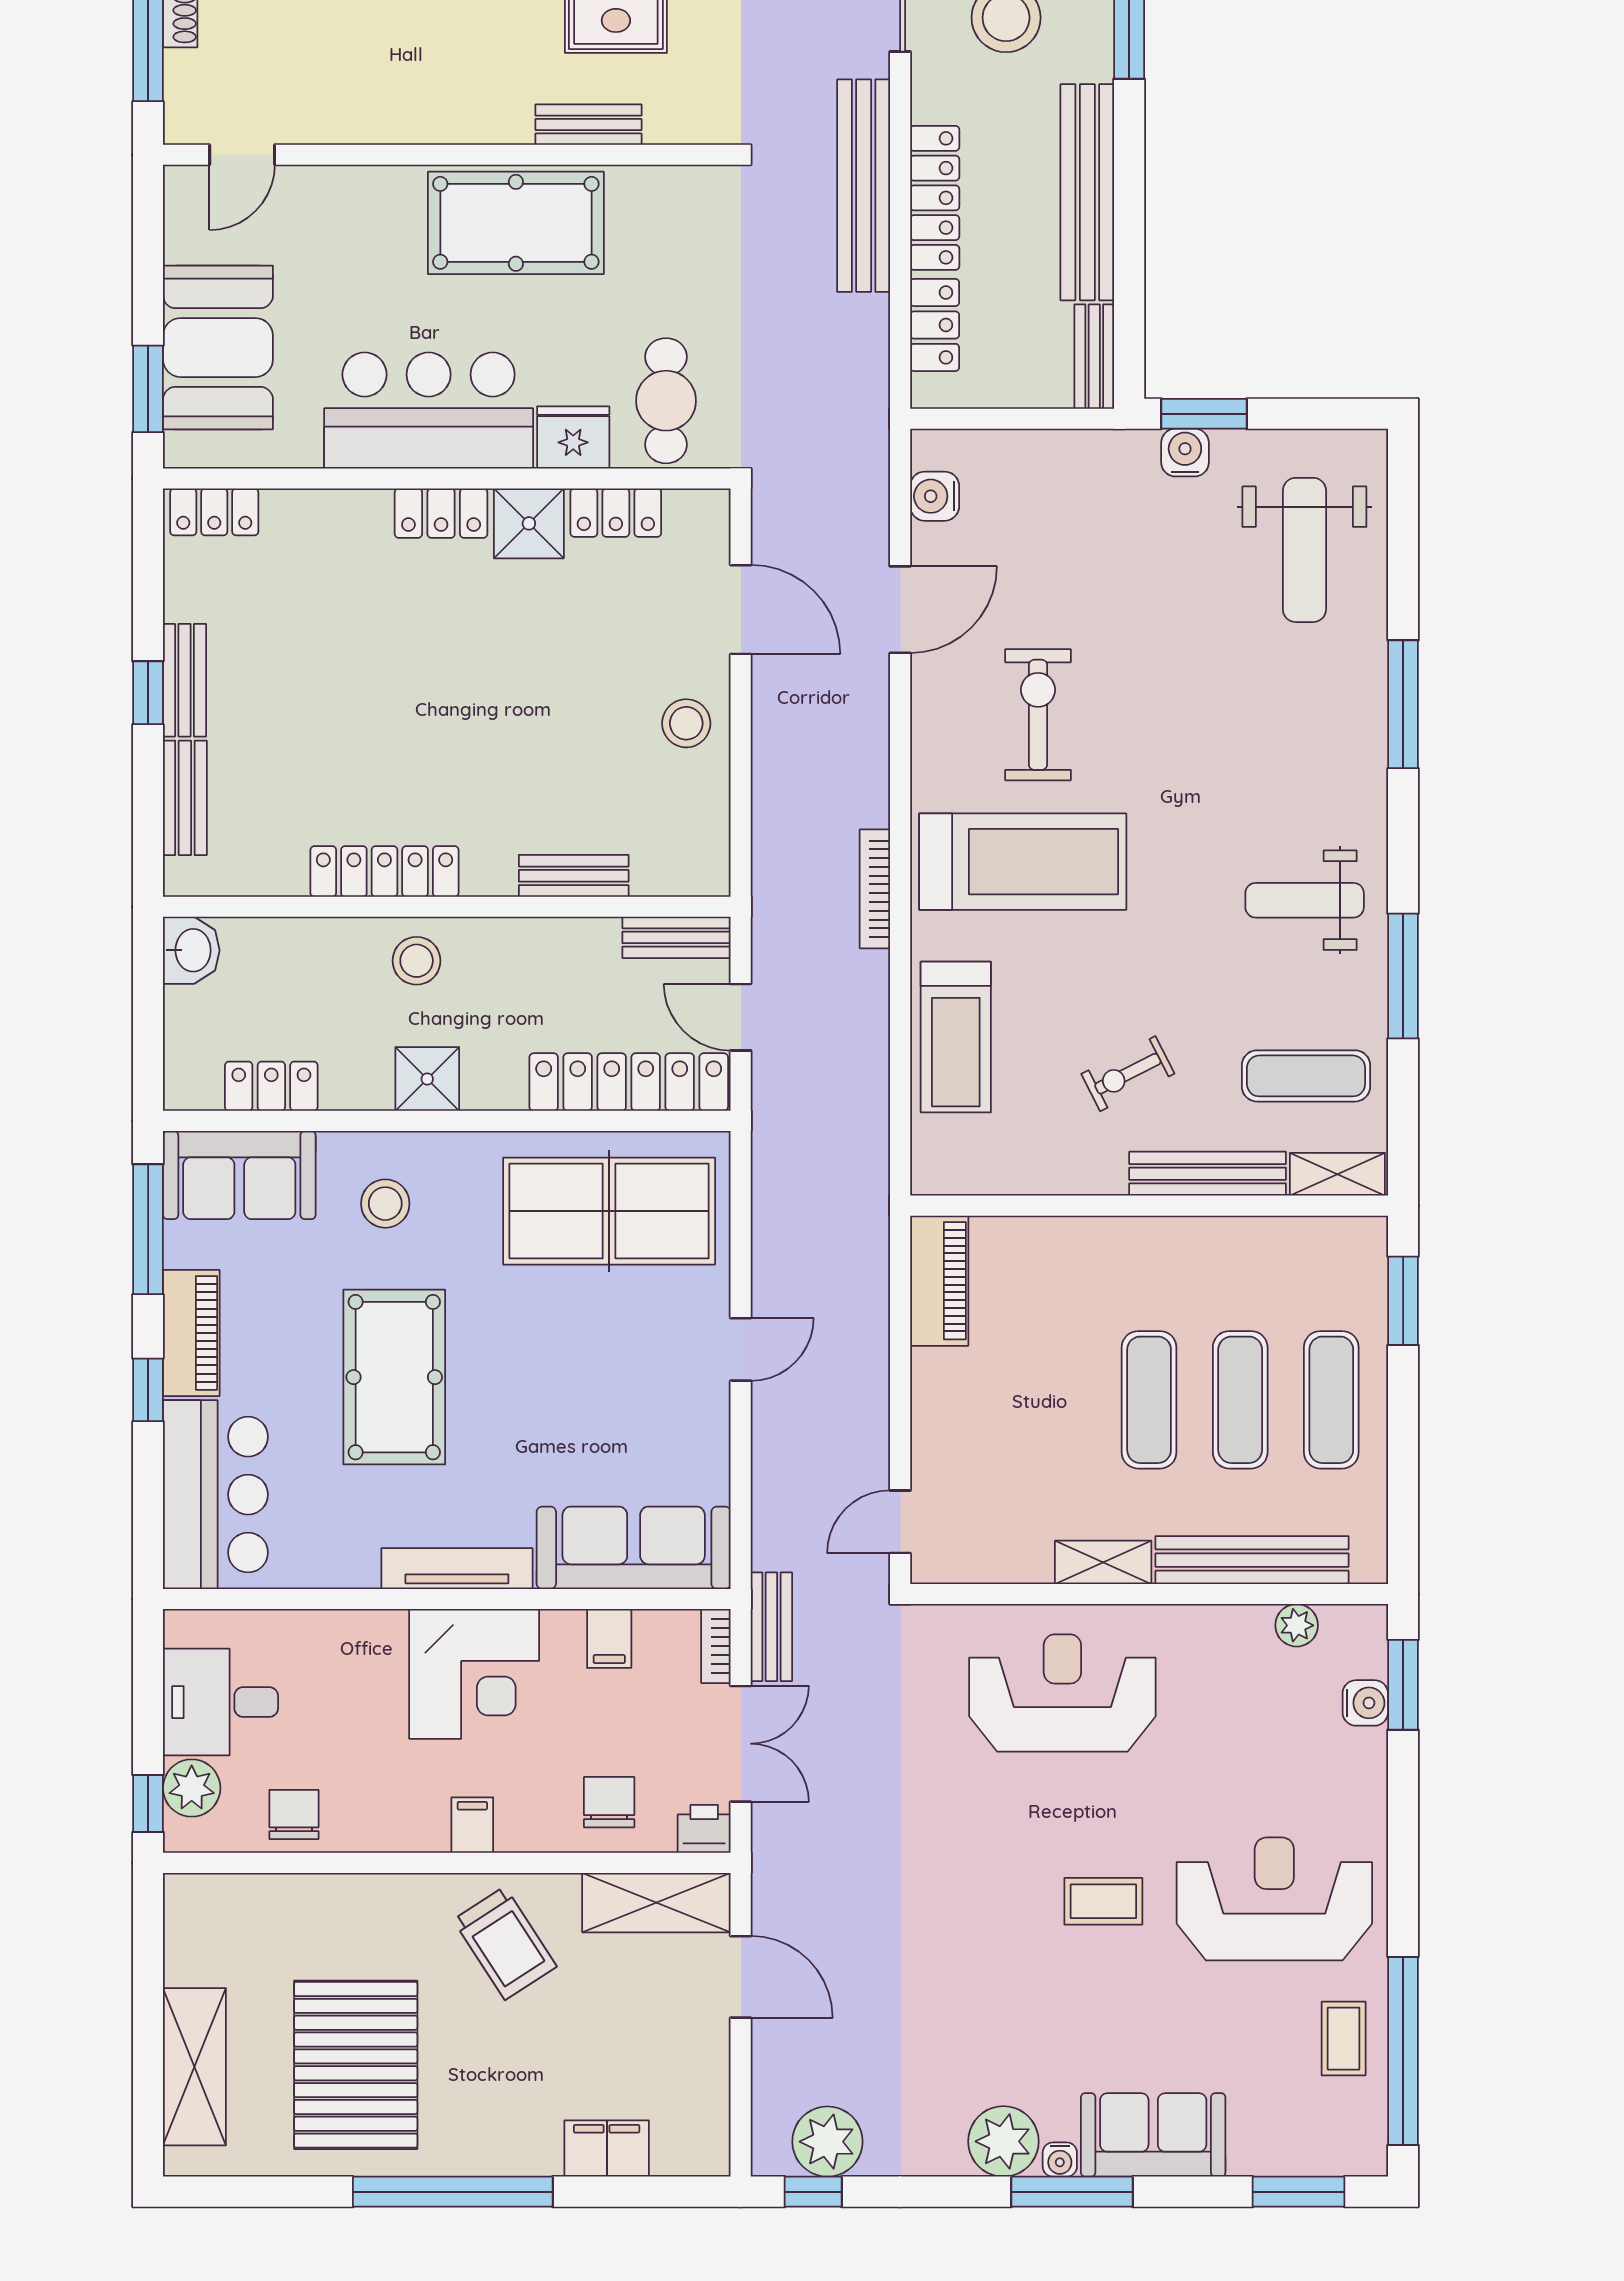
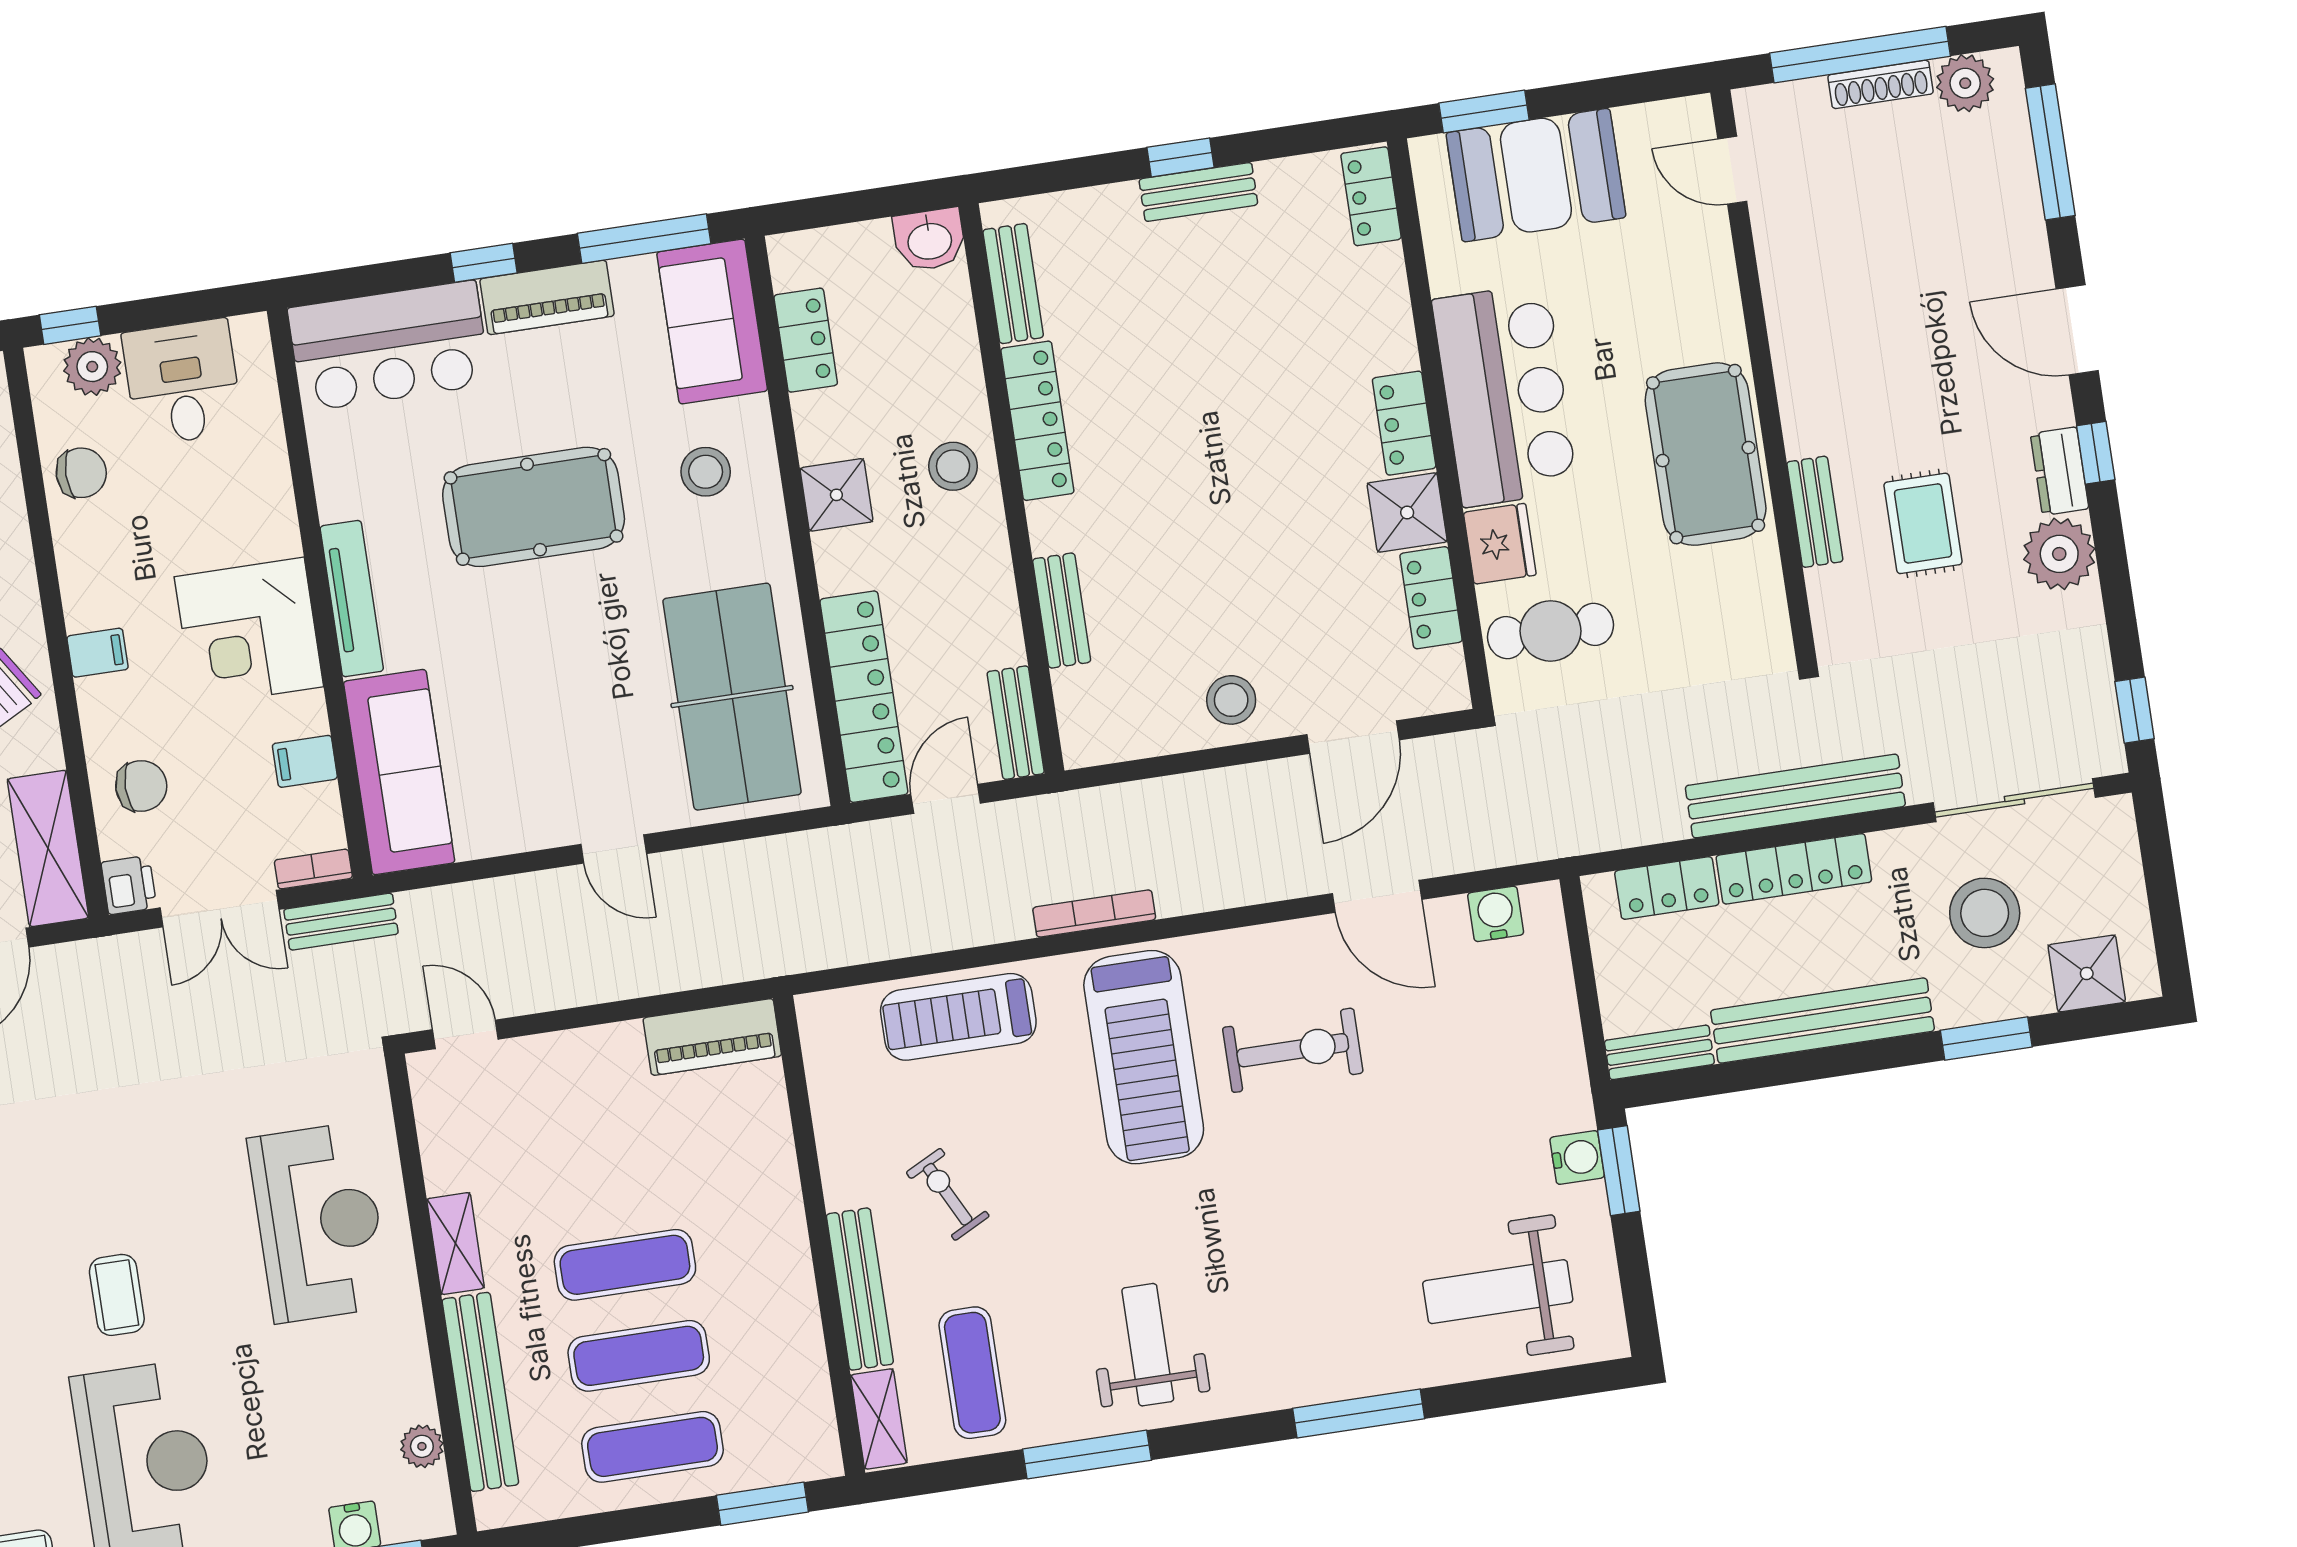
bench: (185, 798) -> (1013, 284), moved, turned 90

